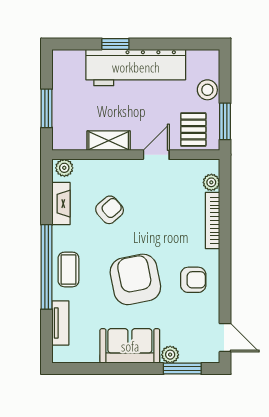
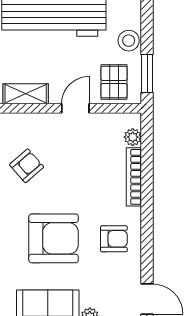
armchair: (135, 279) -> (54, 238), turned 101

